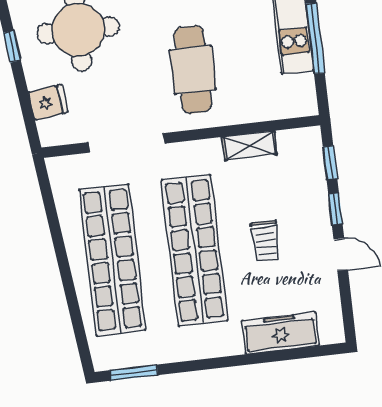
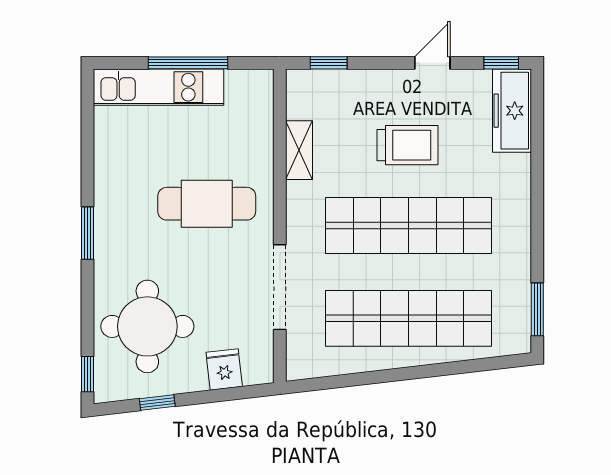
window: (335, 209) -> (501, 63), moved
trolley: (265, 241) -> (407, 145), width x1.36, depth x1.39
freezer: (280, 333) -> (512, 111), moved

